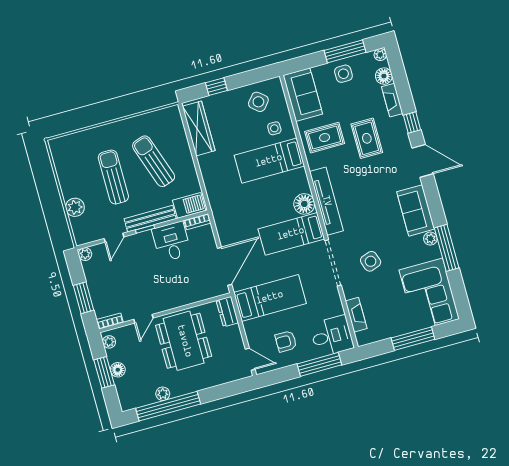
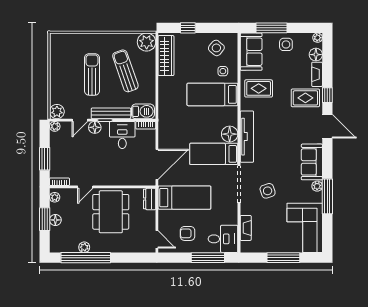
window: (345, 51) -> (272, 28), moved
plant: (170, 118) -> (147, 42), added
rug: (367, 138) -> (305, 98), moved, turned 90
plant: (75, 207) -> (57, 112), moved
floor lamp: (135, 242) -> (95, 127), added

